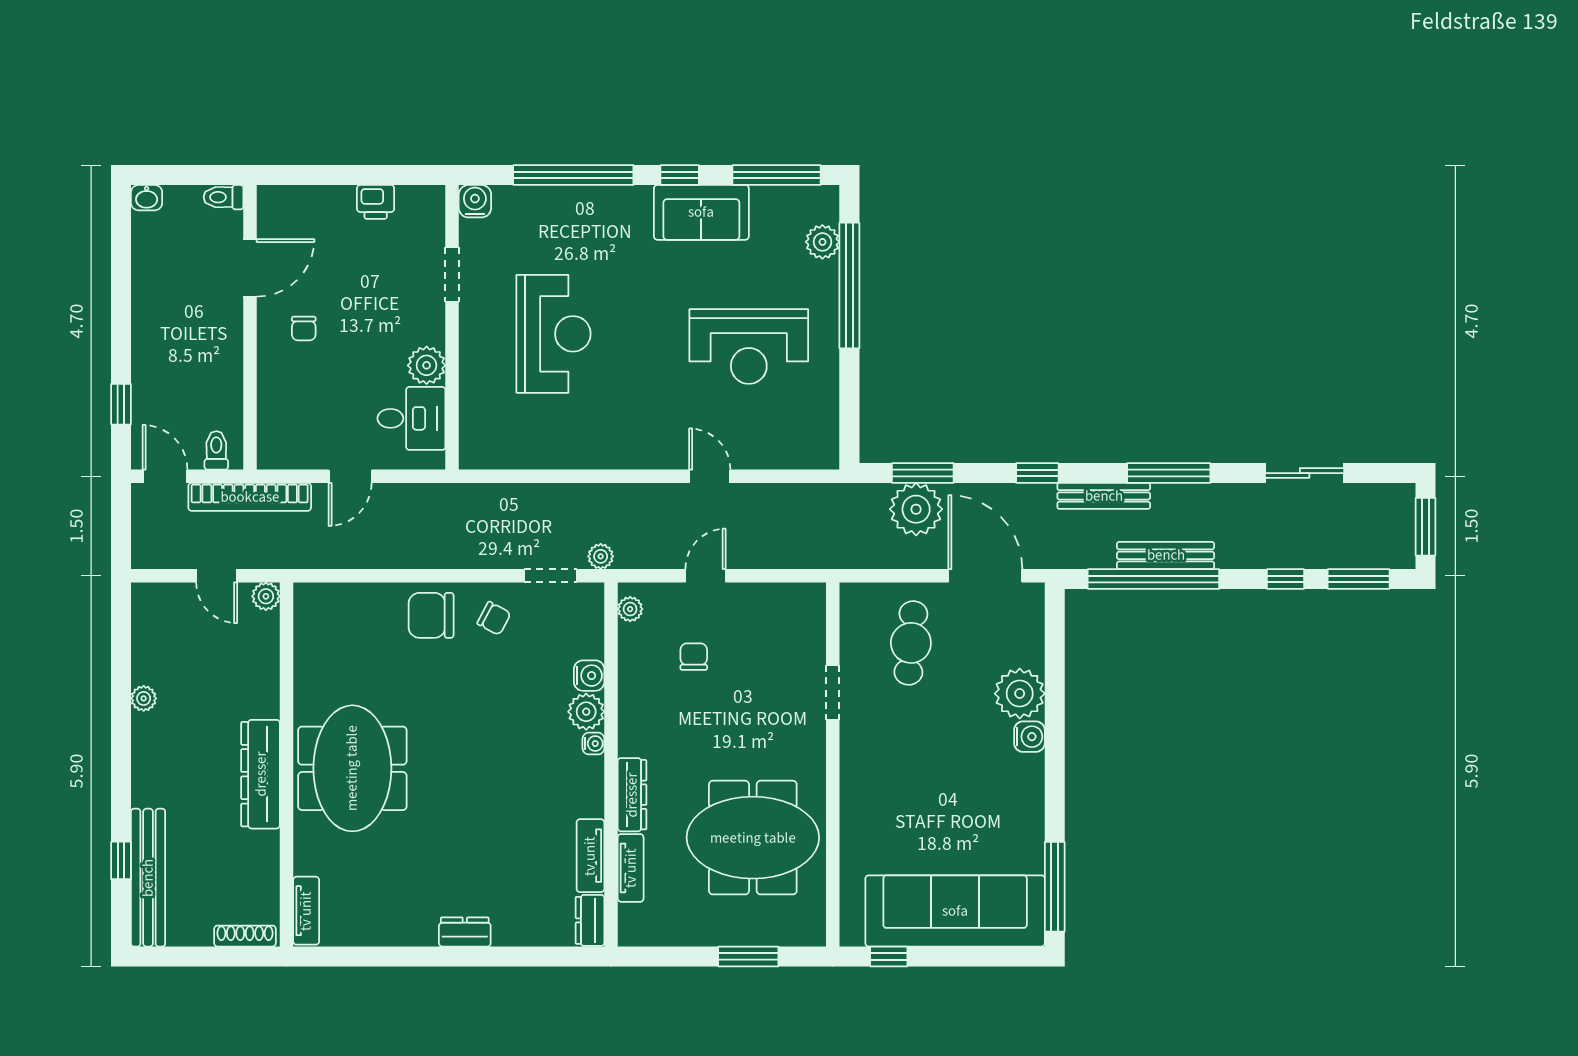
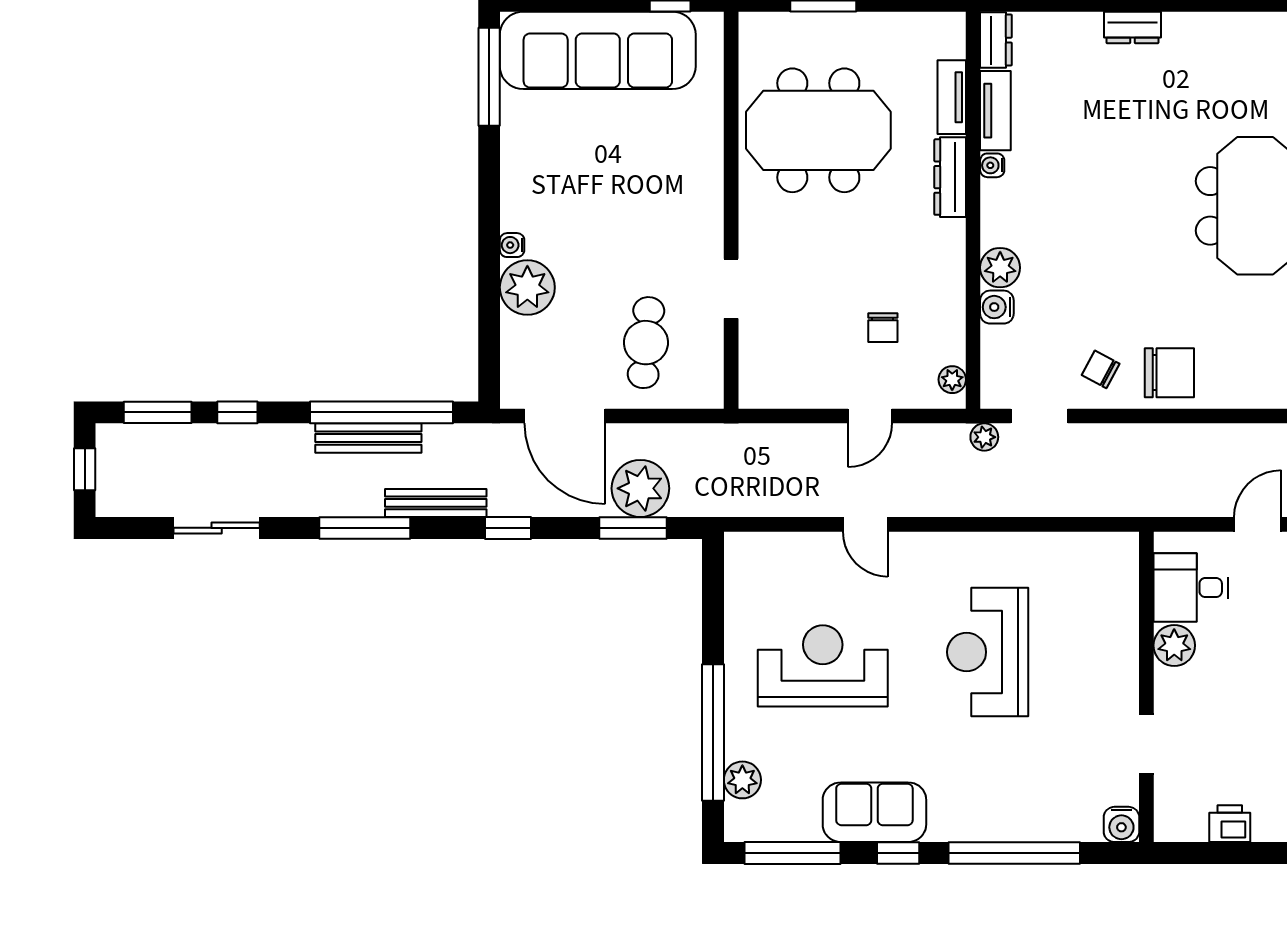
reception desk: (554, 334) -> (988, 652), moved
window: (1426, 527) -> (85, 469), width x0.67
water cooler: (1029, 737) -> (512, 245), width x0.72, depth x0.72
water cooler: (593, 744) -> (992, 165), moved

